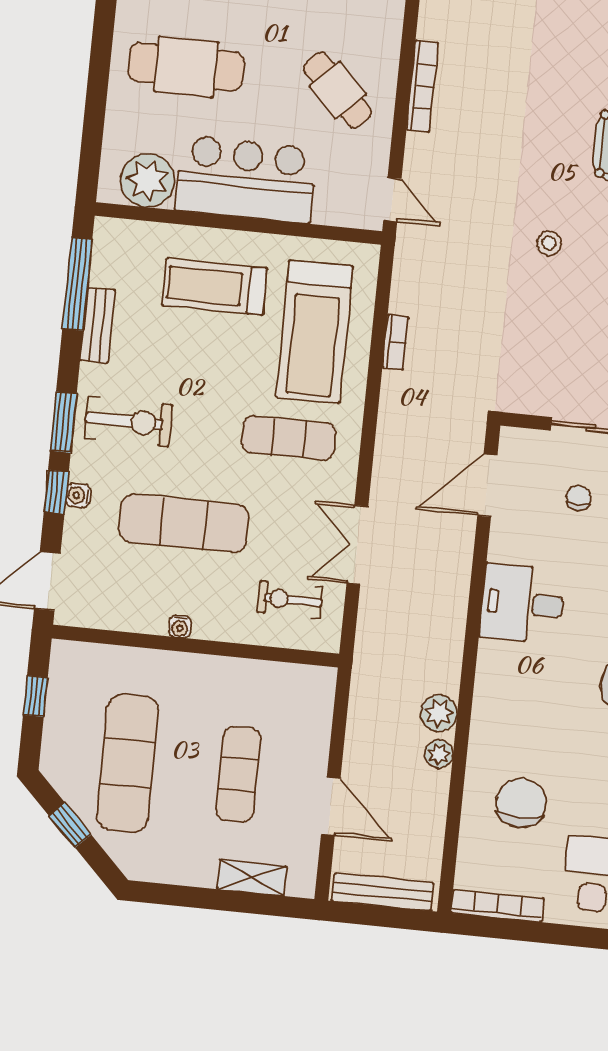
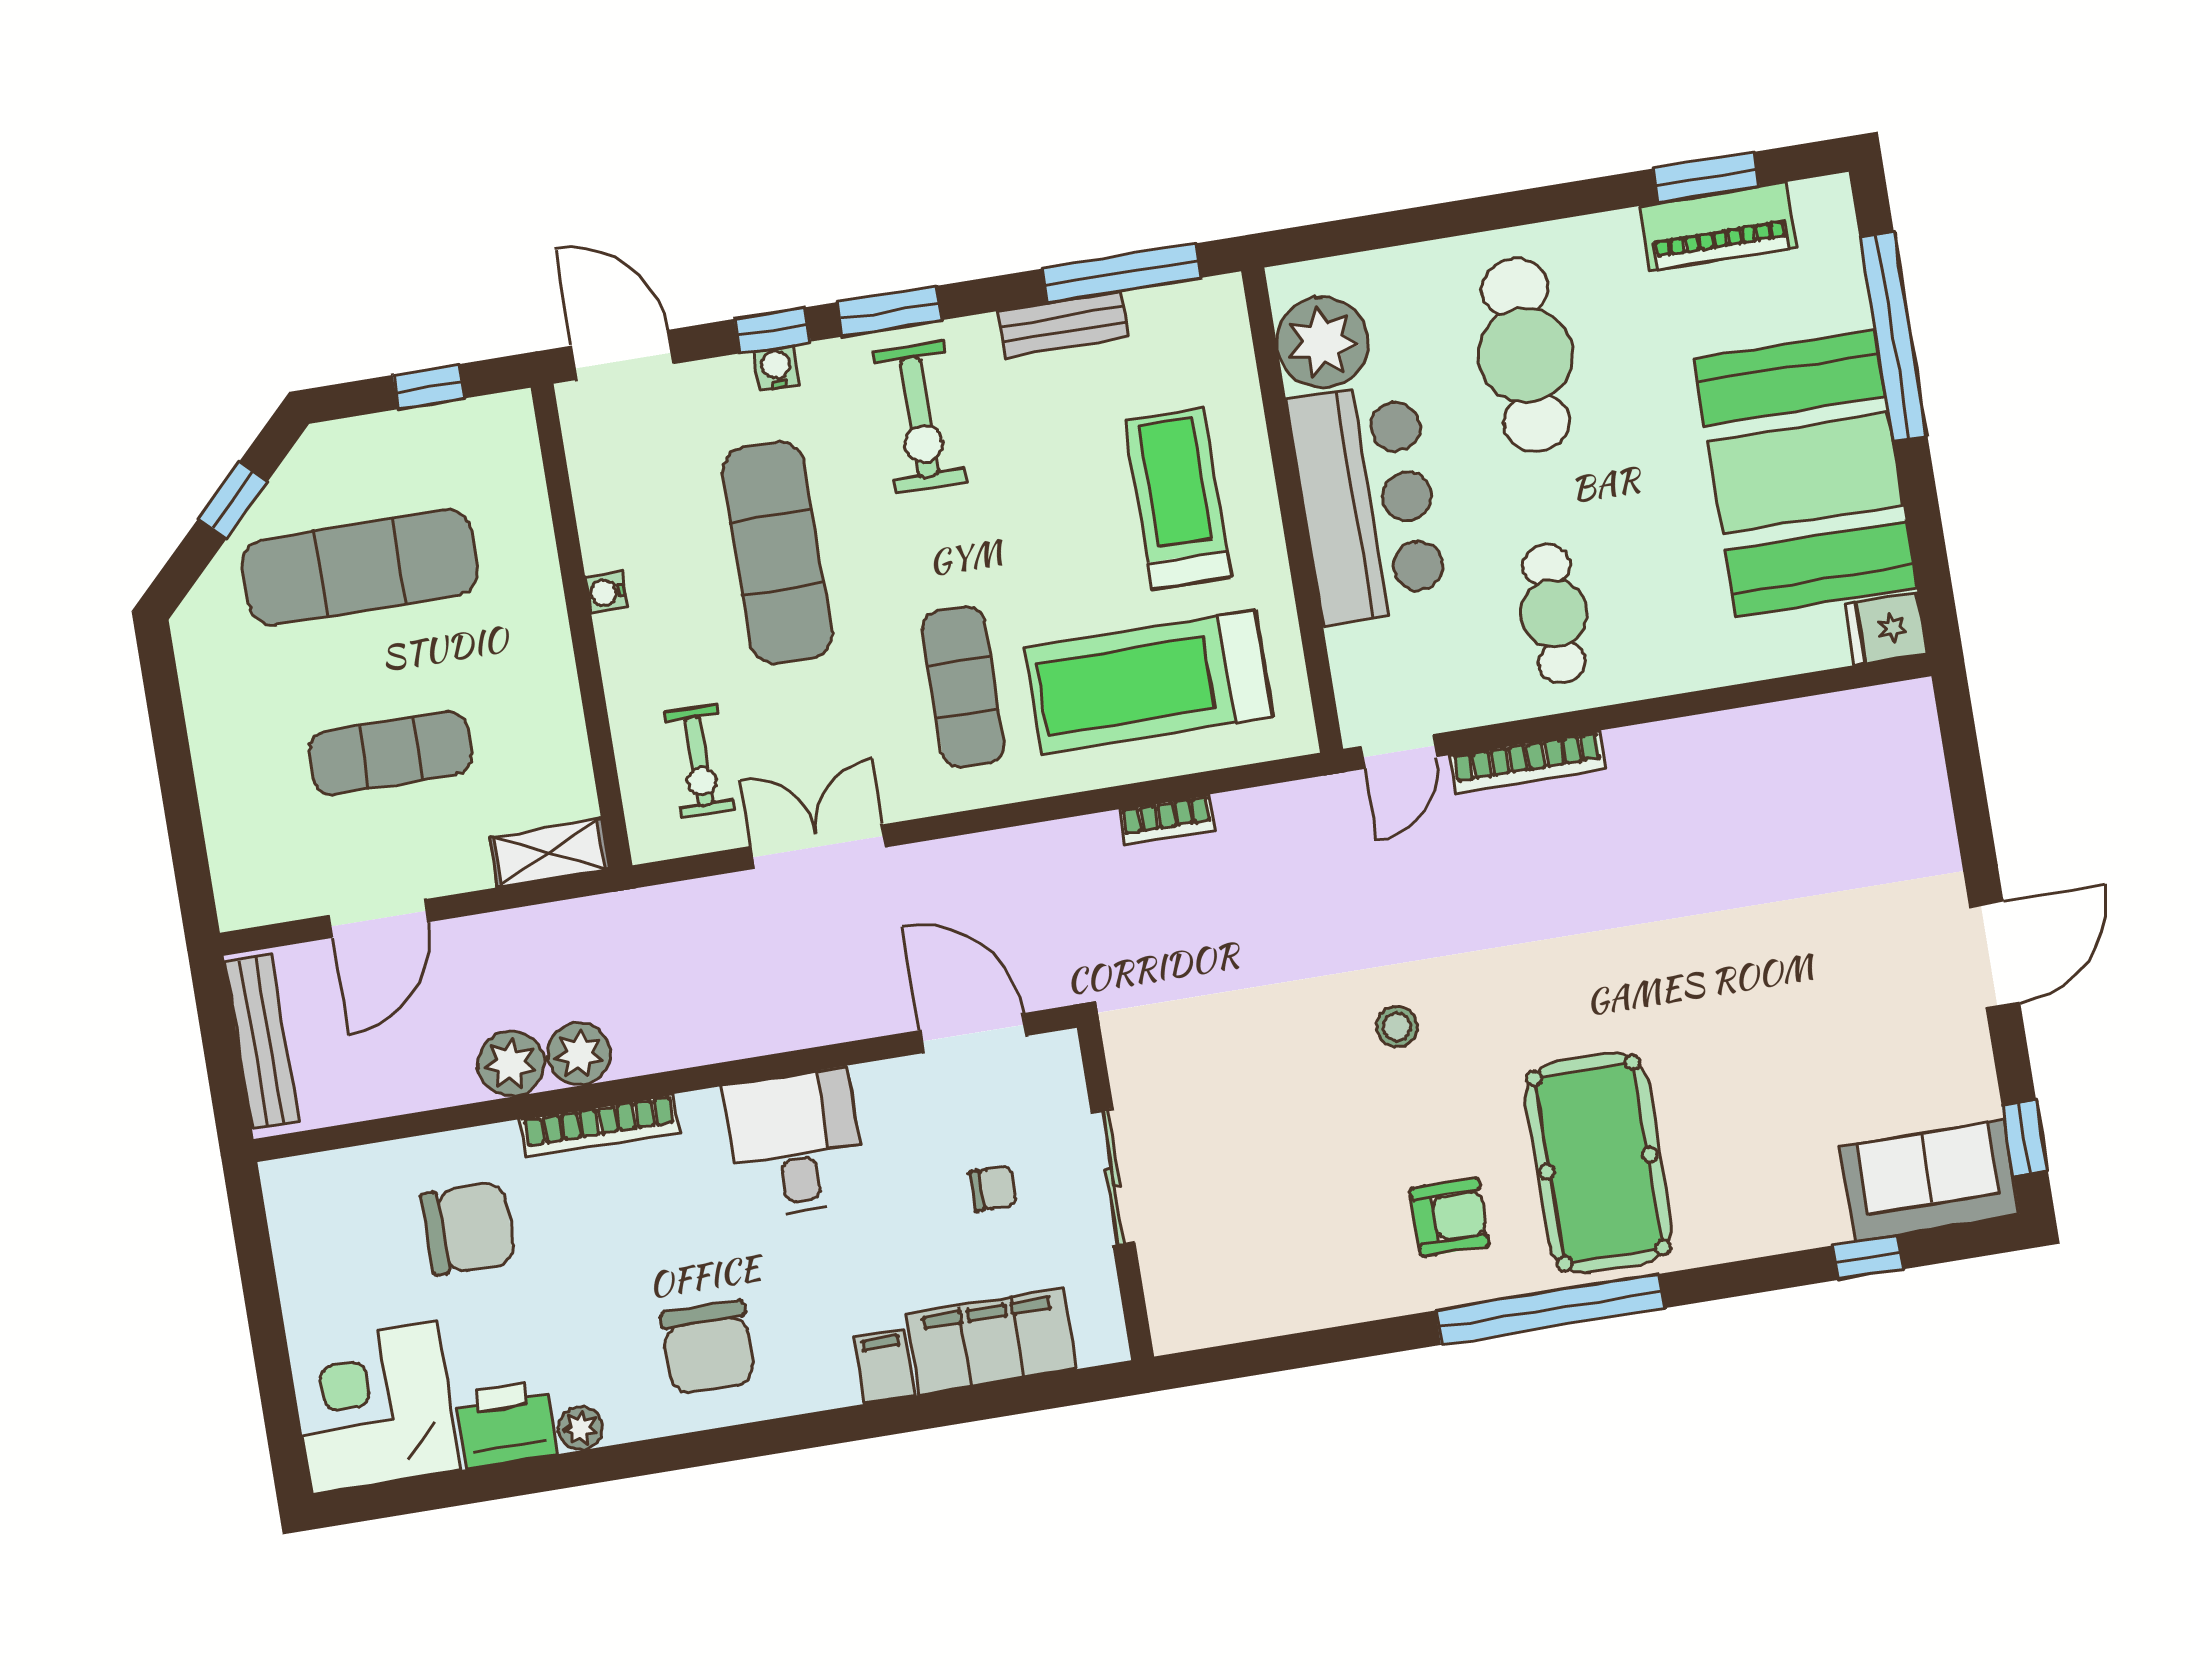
bookcase: (422, 86) -> (1528, 762), moved
cafe table: (338, 90) -> (1554, 614), turned -45
exercise bike: (290, 600) -> (699, 761), turned 180
plant: (439, 754) -> (511, 1064), width x1.38, depth x1.38
shelving: (252, 878) -> (549, 853), moved, turned 90
bookcase: (497, 906) -> (599, 1126), moved, turned 90

